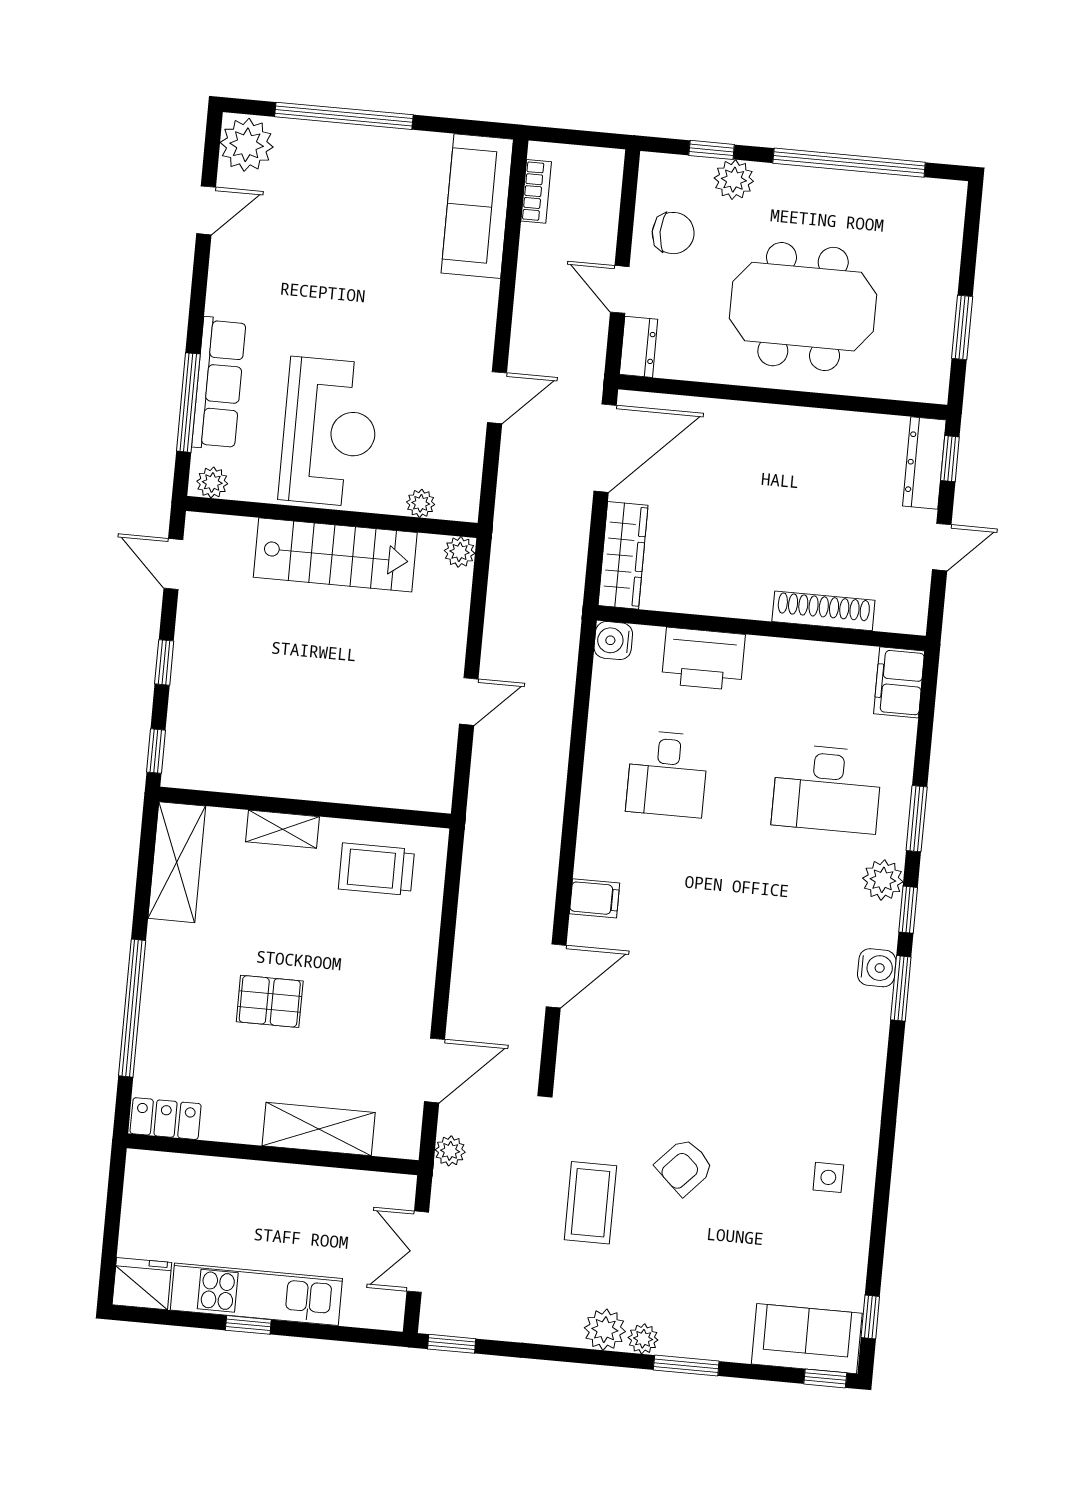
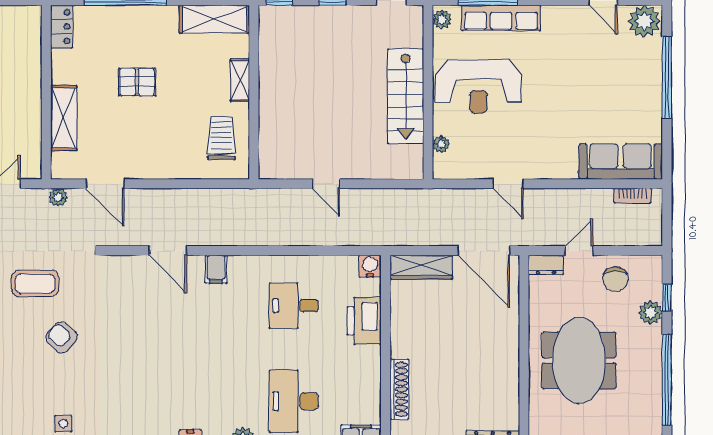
plant: (460, 552) -> (414, 170), removed
pallet: (270, 1001) -> (137, 82), turned 90

